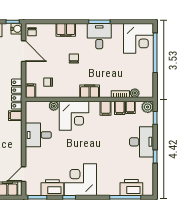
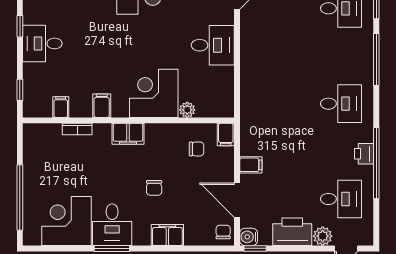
corner desk: (139, 38) -> (67, 221), moved
plant: (135, 93) -> (53, 131), removed
locker: (17, 94) -> (248, 129), removed
plant: (148, 107) -> (32, 108), removed
filing cabinet: (120, 108) -> (78, 106), removed
filing cabinet: (15, 116) -> (251, 165), moved
desk: (38, 135) -> (213, 45), moved
desk: (142, 142) -> (42, 43), width x0.73

